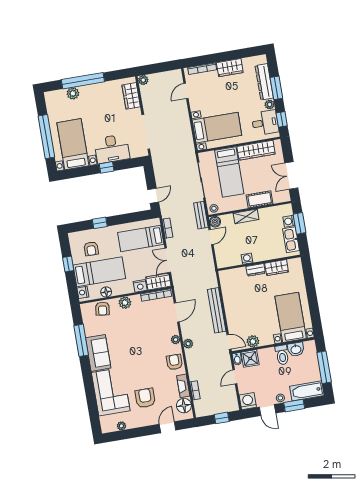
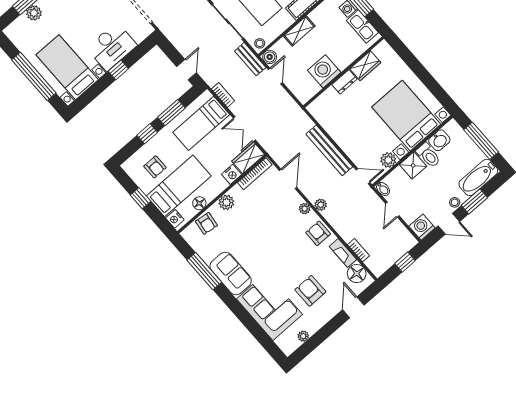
window: (125, 219) -> (171, 113), added
washing machine: (247, 259) -> (324, 71), width x1.89, depth x1.89
bed with nightstands: (291, 317) -> (406, 116), width x1.36
shower: (250, 358) -> (413, 165), moved

